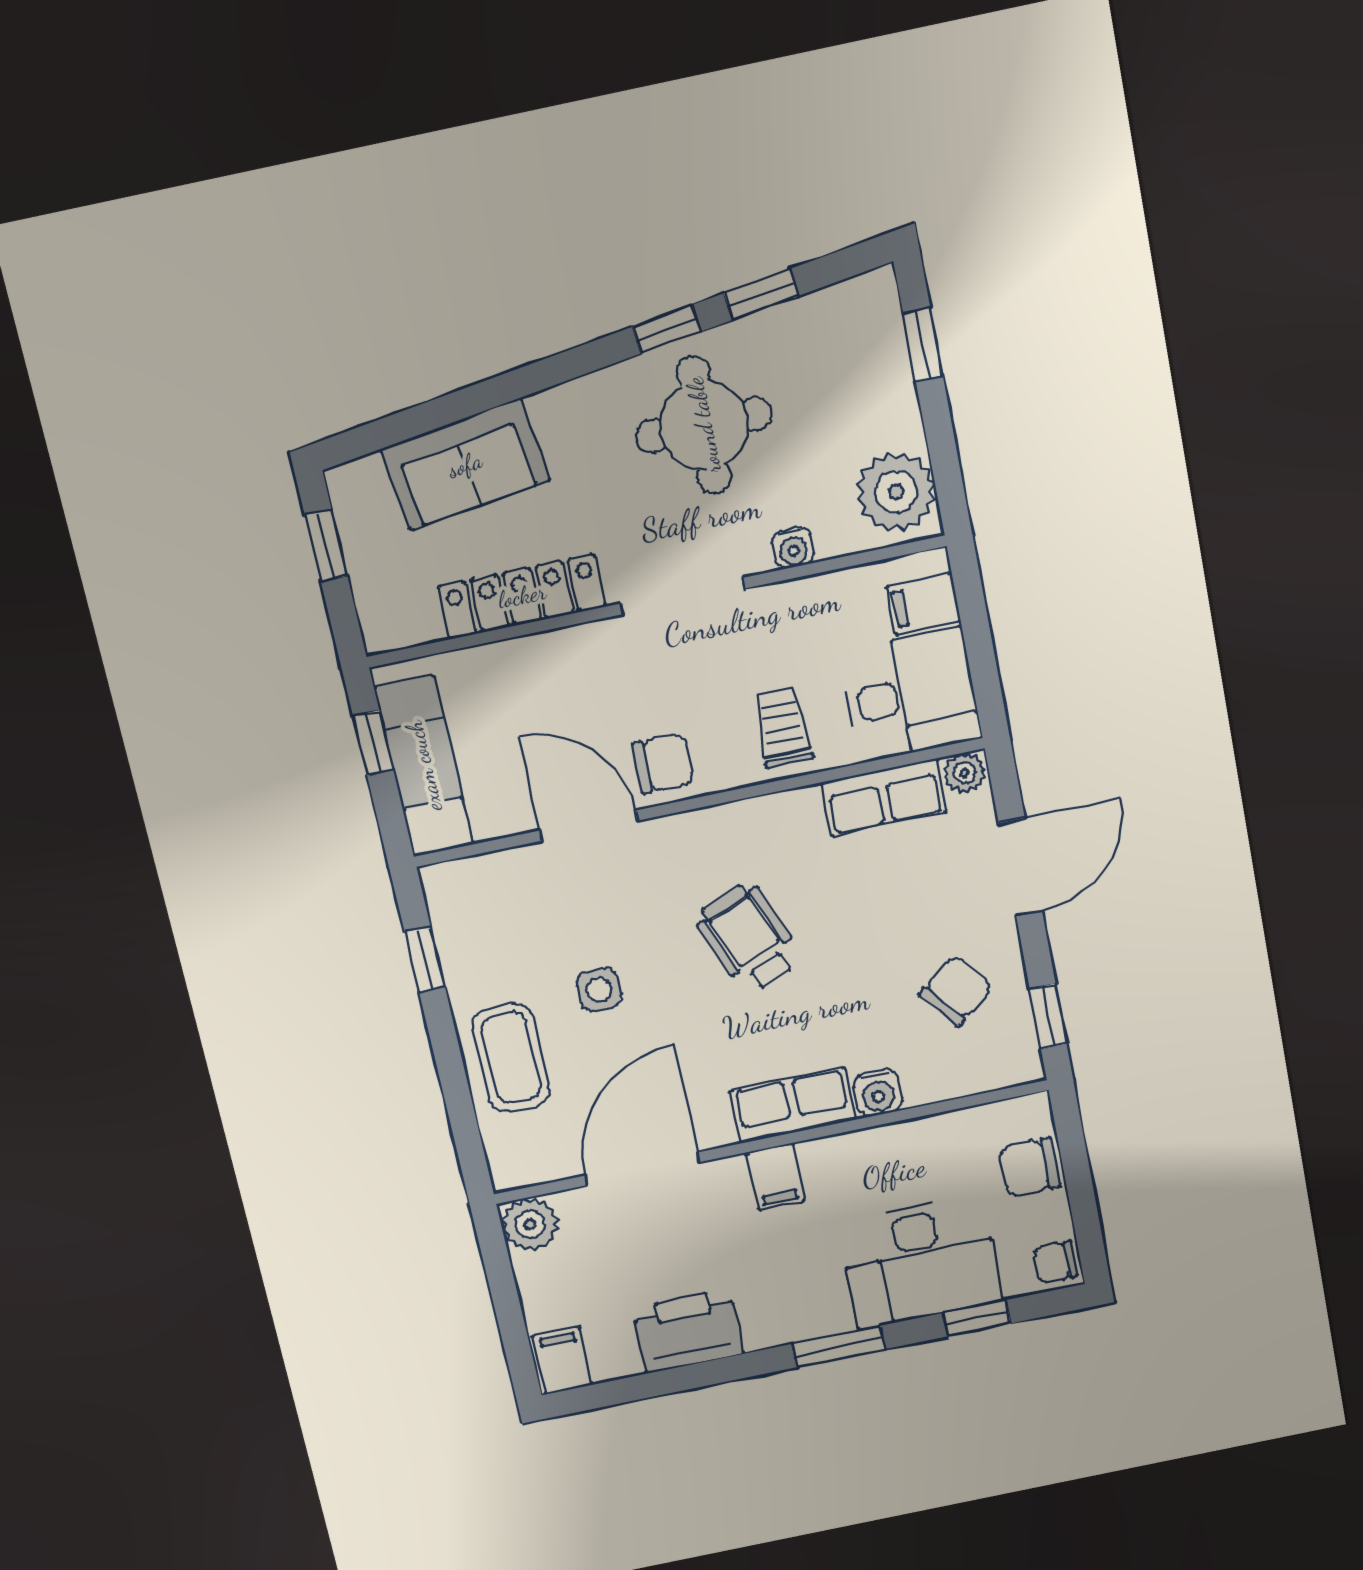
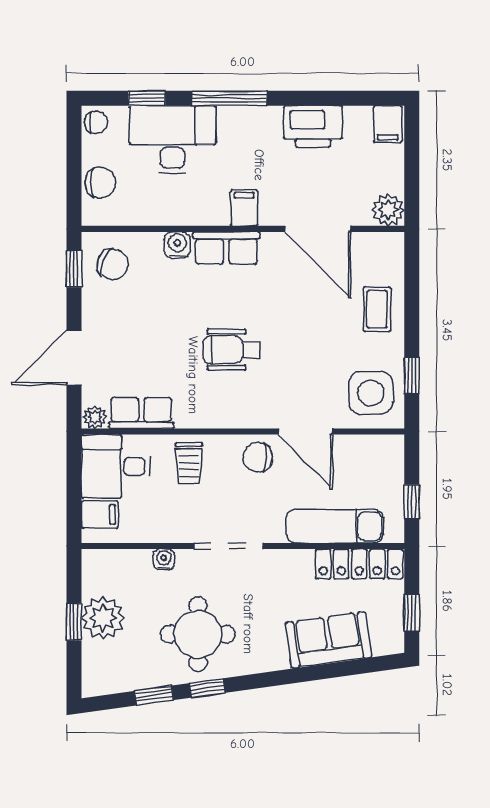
window: (923, 345) -> (74, 622), moved
plant: (896, 492) -> (103, 618), moved
locker: (522, 596) -> (359, 564), moved
exam couch: (424, 766) -> (335, 526), moved, turned 90
wheelchair: (749, 938) -> (231, 350), turned 112
side table: (599, 990) -> (371, 393), moved, width x1.87, depth x1.87
chair: (956, 991) -> (113, 264), moved, turned -121
coffee table: (511, 1058) -> (377, 309), width x0.73, depth x0.77
door: (643, 1169) -> (318, 229), hinge flipped
window: (838, 1347) -> (229, 98), width x1.44

